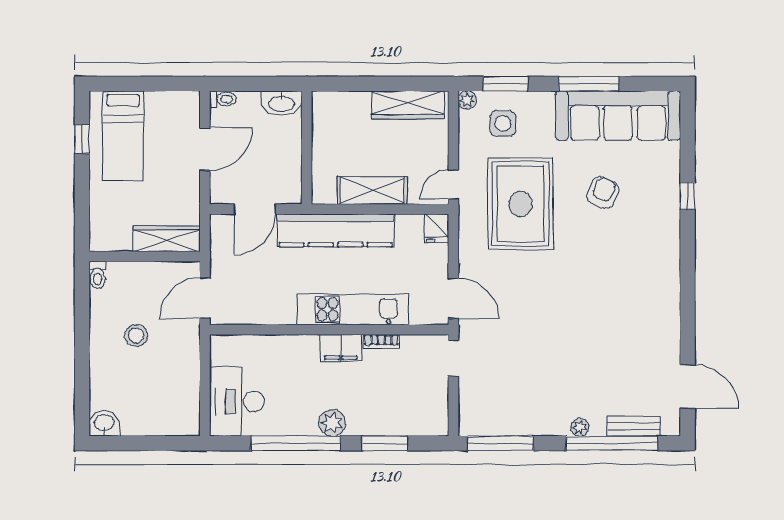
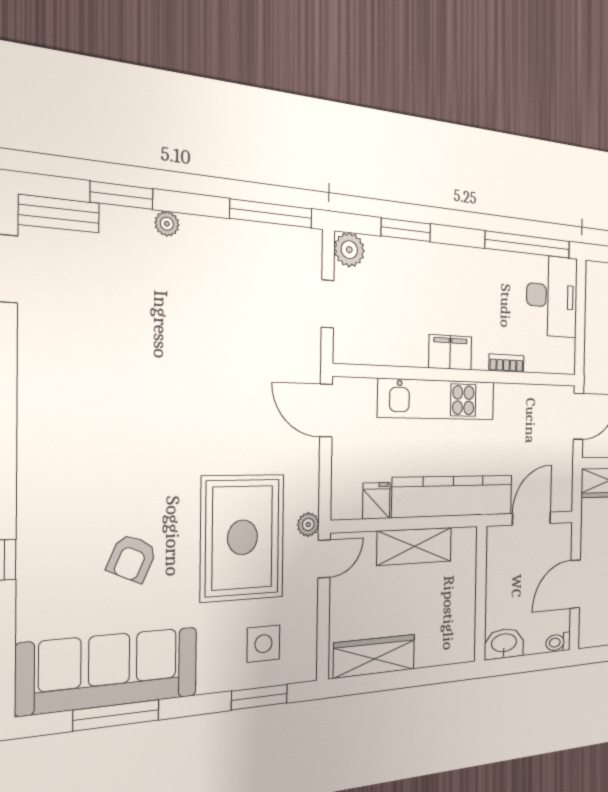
window: (589, 84) -> (116, 715), moved
plant: (467, 100) -> (308, 524), moved
fridge: (437, 228) -> (376, 501), moved
bookcase: (381, 342) -> (506, 363), moved
doorway: (453, 358) -> (328, 304), moved
plant: (332, 423) -> (349, 250), moved
bench: (634, 426) -> (59, 214), moved
window: (296, 443) -> (528, 245), moved
window: (612, 443) -> (122, 195), width x0.47

